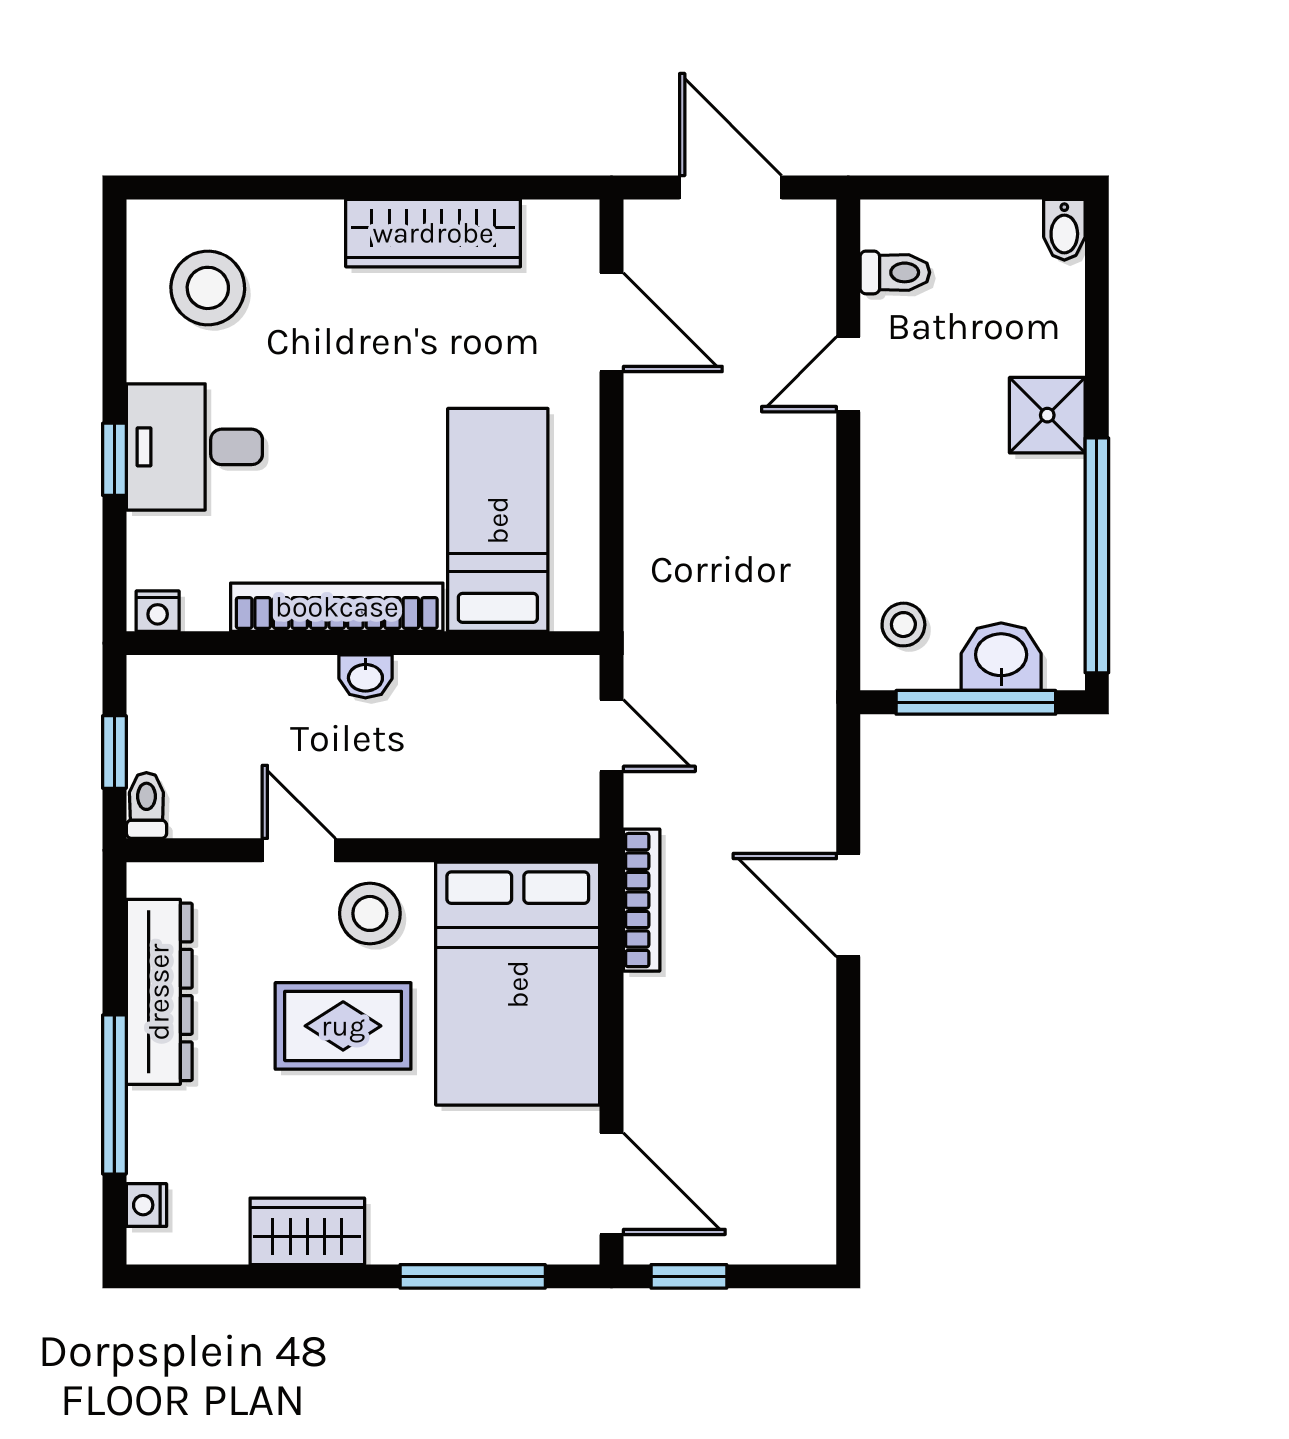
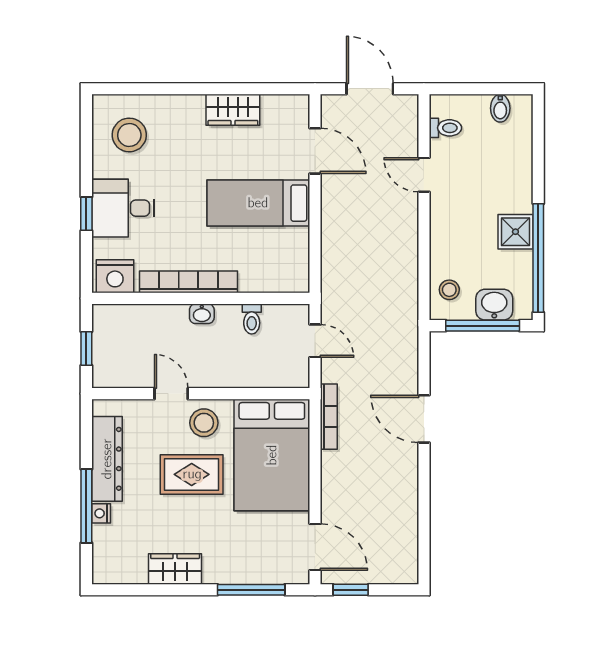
bidet: (1064, 230) -> (500, 108), moved
wardrobe: (433, 233) -> (233, 110), width x0.67
door: (848, 374) -> (424, 175), hinge flipped
shower: (1047, 415) -> (515, 232), moved
bed: (498, 520) -> (258, 203), moved, turned -90
nightstand: (158, 611) -> (115, 276), width x1.89, depth x1.79
toilet: (146, 806) -> (252, 319), moved, turned 180
nightstand: (146, 1205) -> (101, 513), moved

